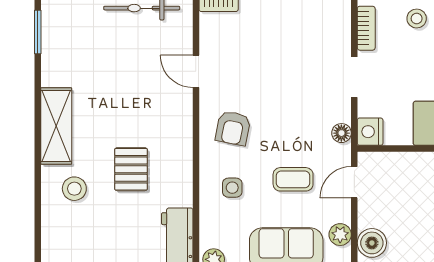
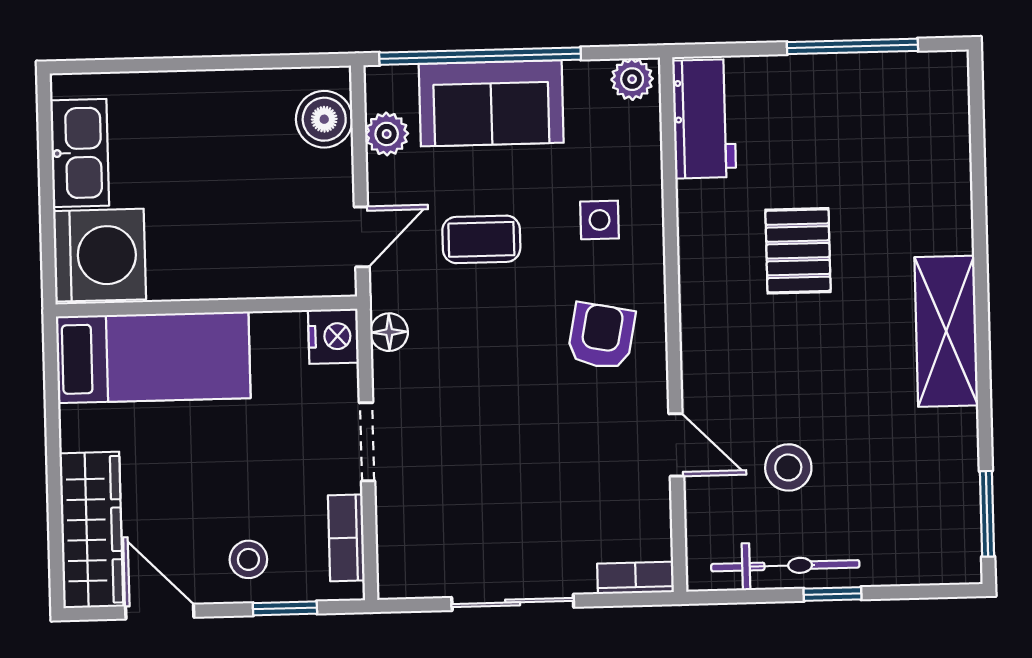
stool: (74, 189) -> (788, 467), moved

